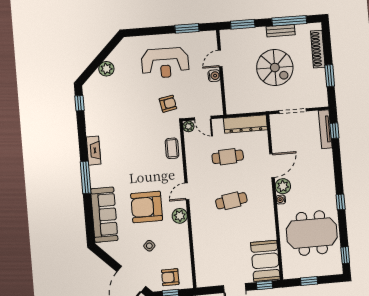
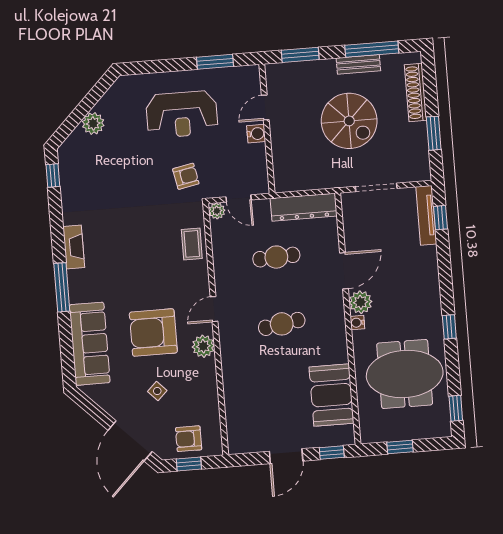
booth: (265, 261) -> (331, 395), moved

